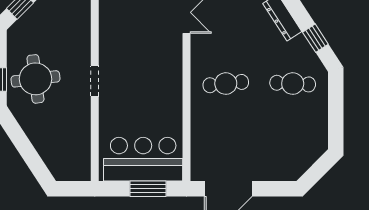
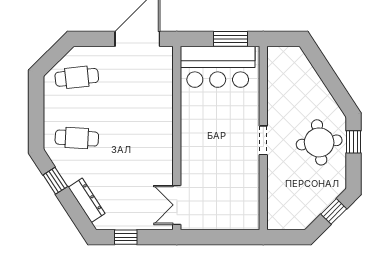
cafe table: (226, 84) -> (77, 77), moved
window: (148, 189) -> (230, 39), moved

